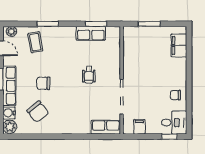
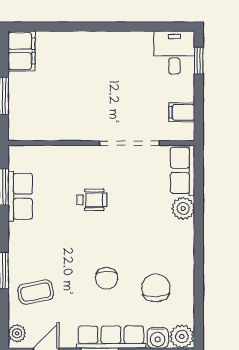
filing cabinet: (179, 45) -> (22, 51), moved, turned -90
chair: (175, 95) -> (127, 50), removed
chair: (38, 112) -> (156, 288), turned -54
plant: (84, 128) -> (183, 209), added

